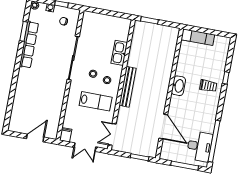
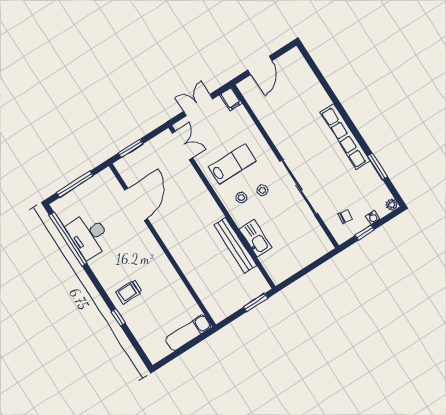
row of seats: (29, 45) -> (345, 137), moved
washbasin: (178, 86) -> (161, 262), removed
bench: (128, 87) -> (235, 245), moved
lab bench: (96, 101) -> (232, 164), turned 180
door: (163, 127) -> (136, 204), swing flipped
desk: (200, 146) -> (89, 236), moved

